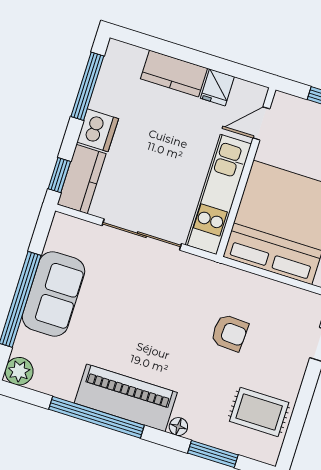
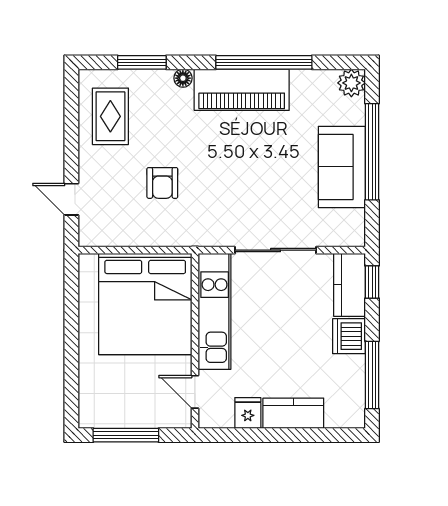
door: (261, 123) -> (195, 392), swing flipped
armchair: (230, 333) -> (162, 183), turned -93
rug: (259, 412) -> (110, 116), turned 90

